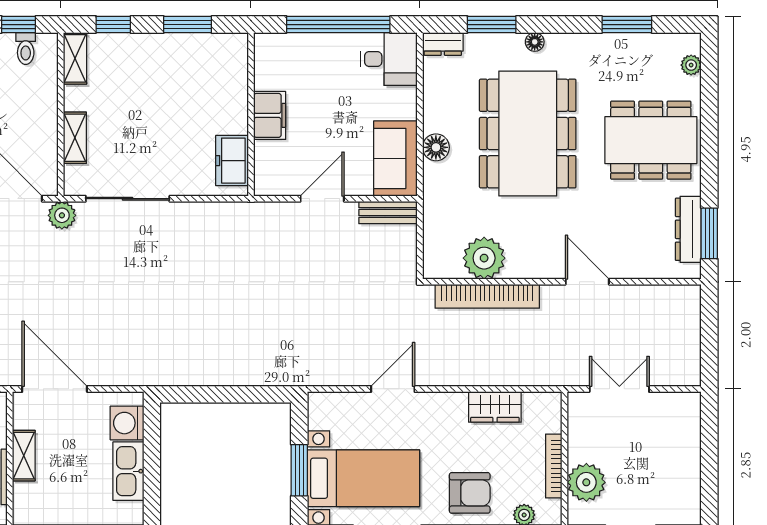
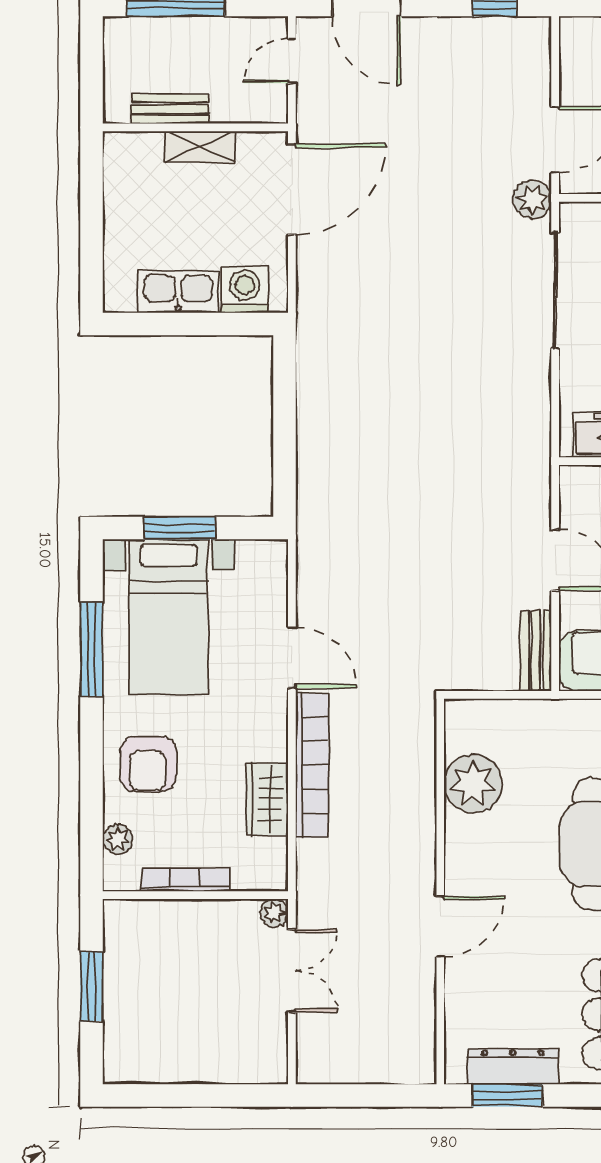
bookcase: (487, 296) -> (312, 765), moved, turned 180
plant: (586, 482) -> (274, 913), moved, width x0.53, depth x0.53

